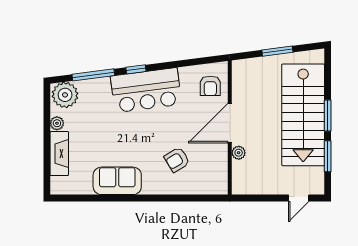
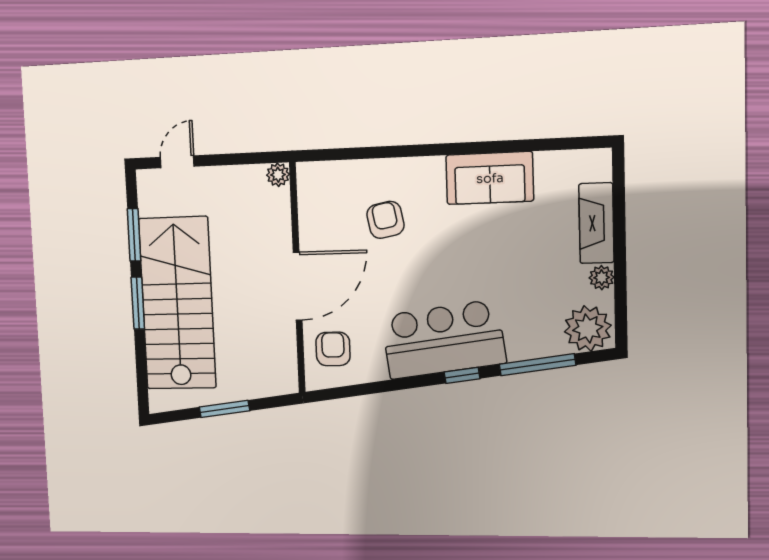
plant: (239, 153) -> (278, 175), moved
armchair: (177, 160) -> (385, 220), turned -70

